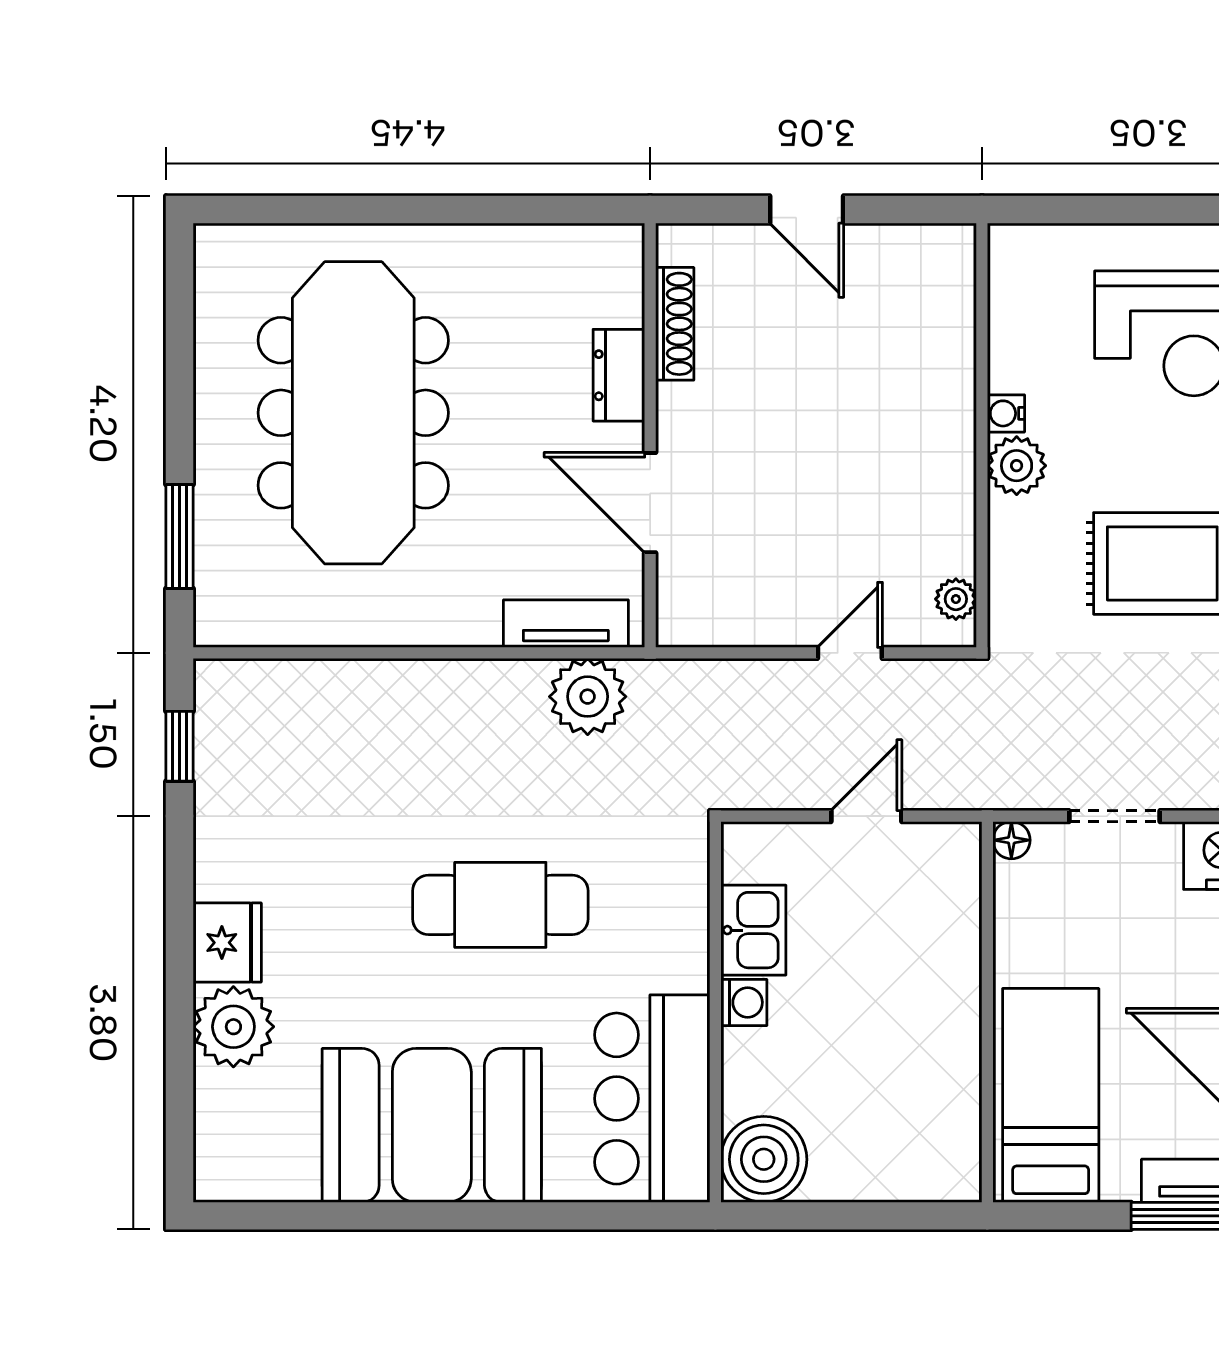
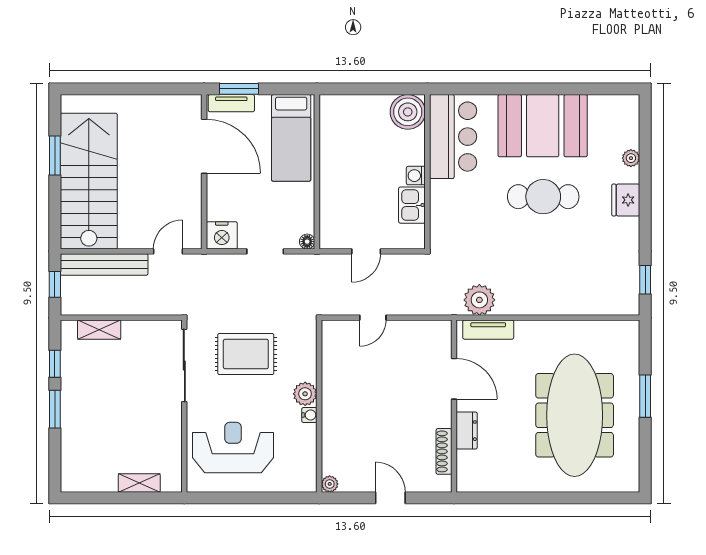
window: (180, 536) -> (645, 396), moved
plant: (956, 599) -> (330, 484), moved
cafe table: (500, 905) -> (543, 197), moved
plant: (233, 1027) -> (631, 158), width x0.53, depth x0.53

